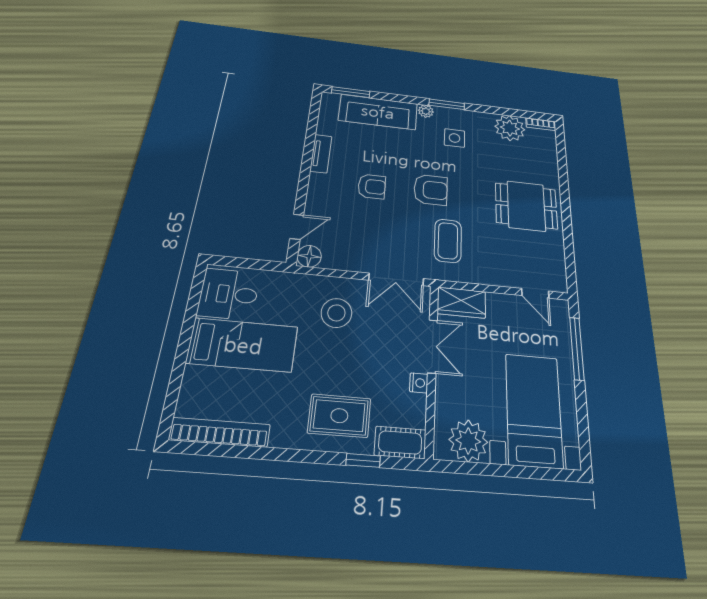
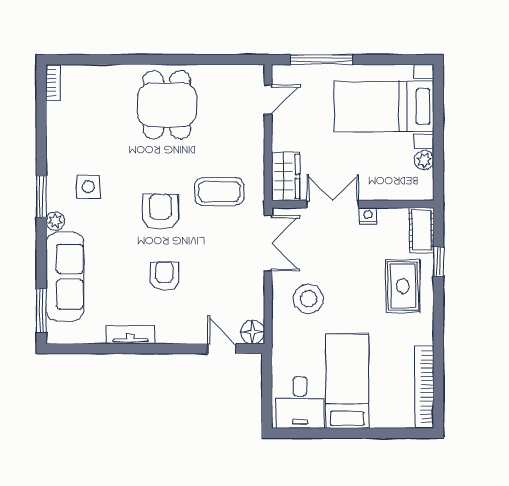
plant: (510, 128) -> (64, 121), removed
plant: (468, 441) -> (424, 160), width x0.53, depth x0.53

